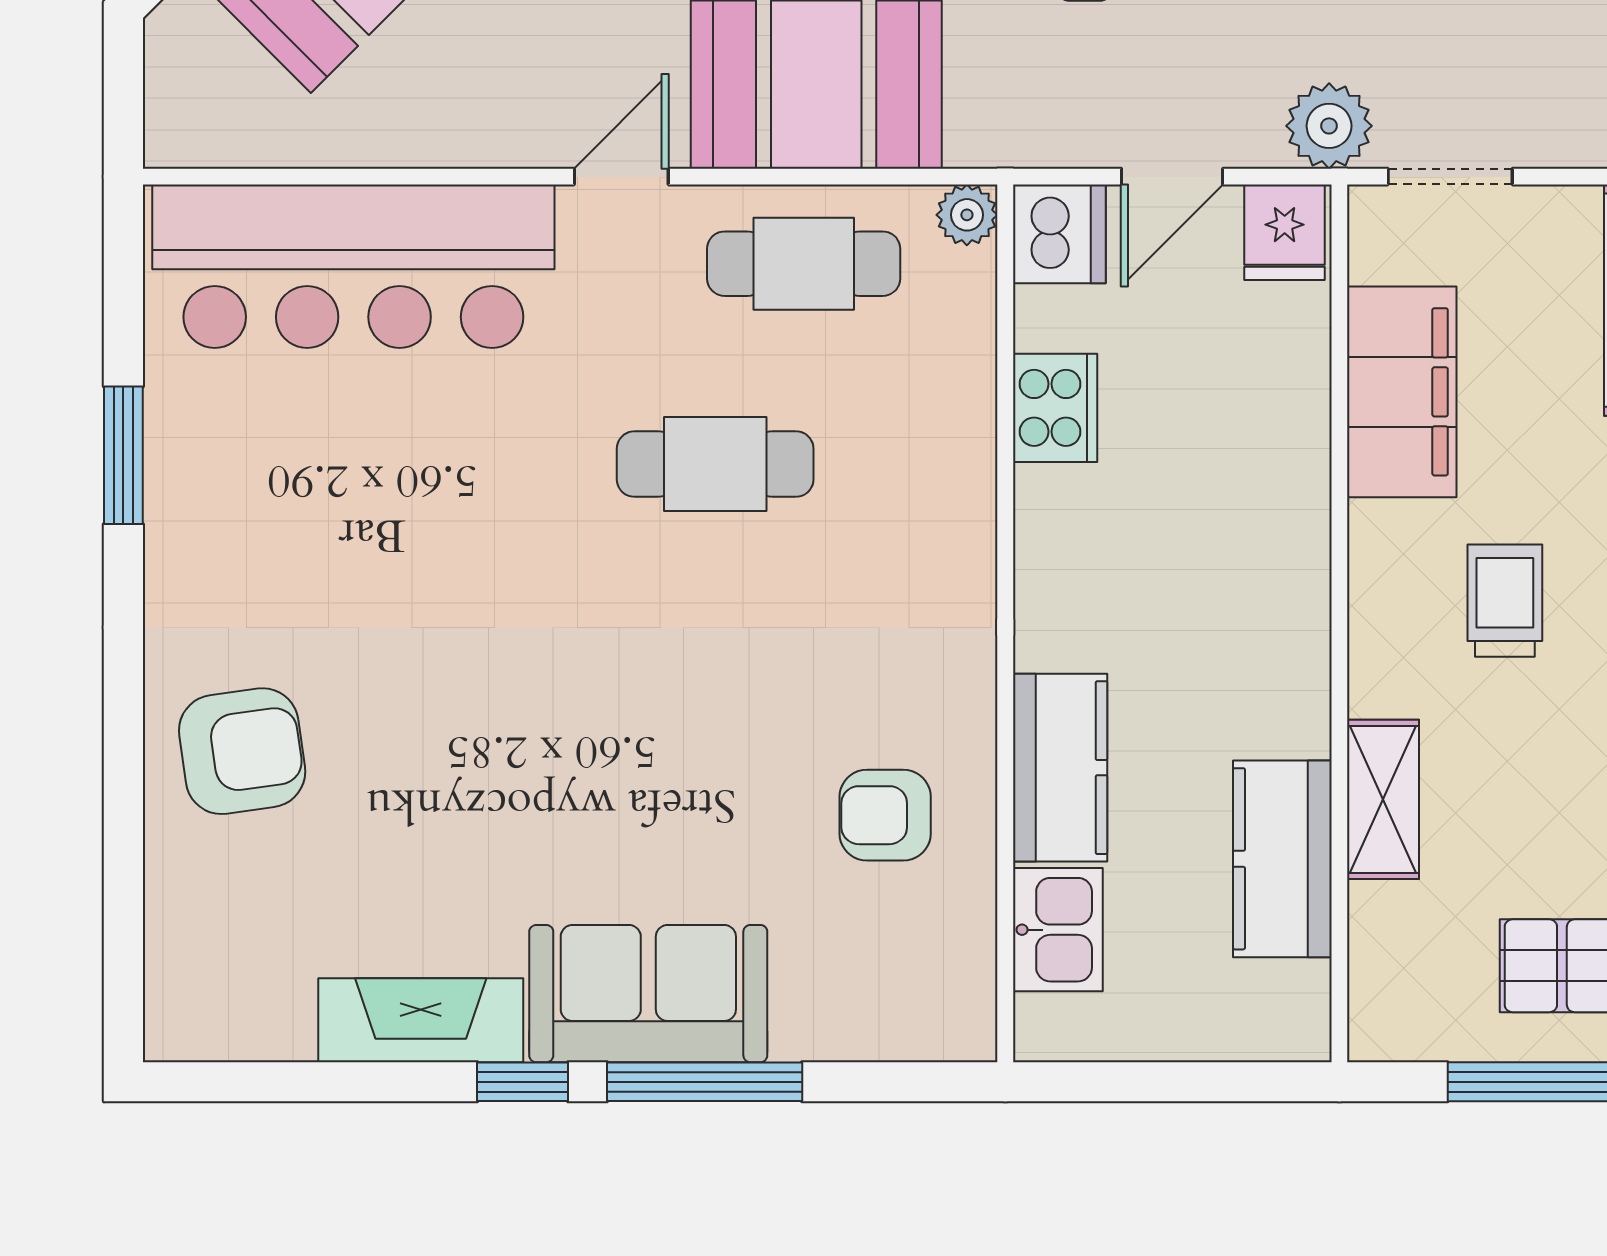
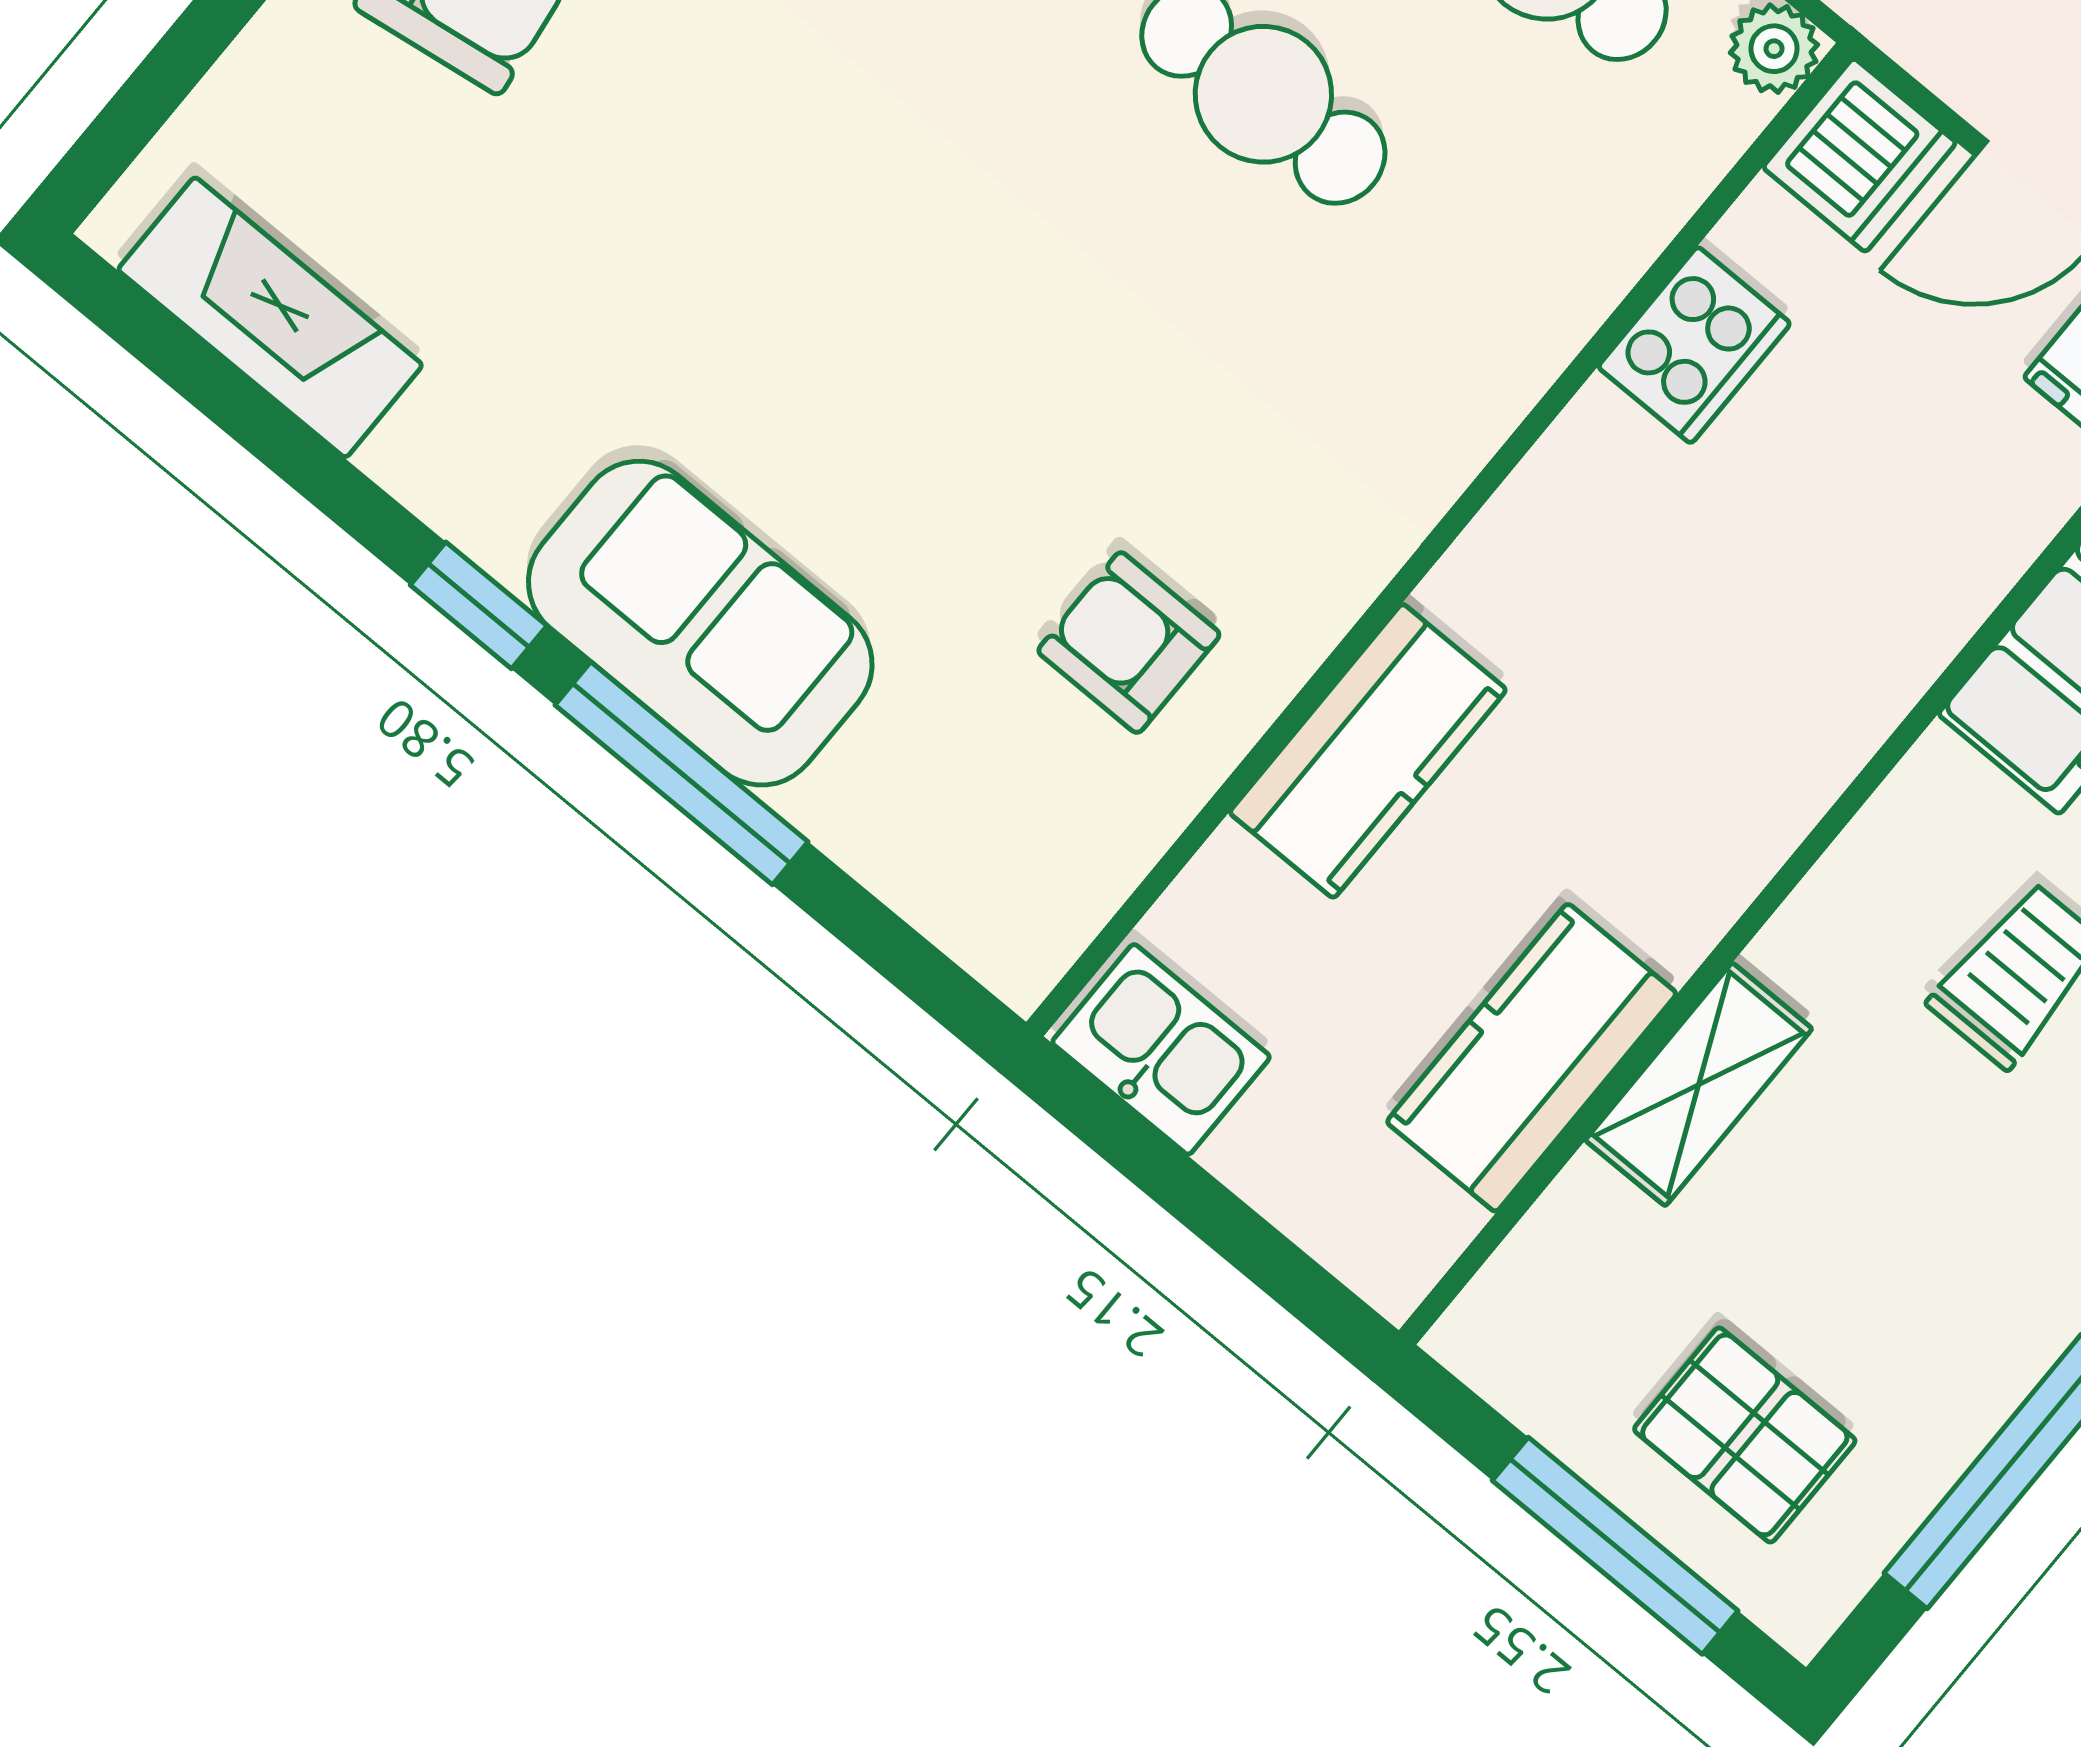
kitchen sink: (1058, 930) -> (1161, 1049), moved, turned -90
fireplace: (421, 1020) -> (270, 317), moved

